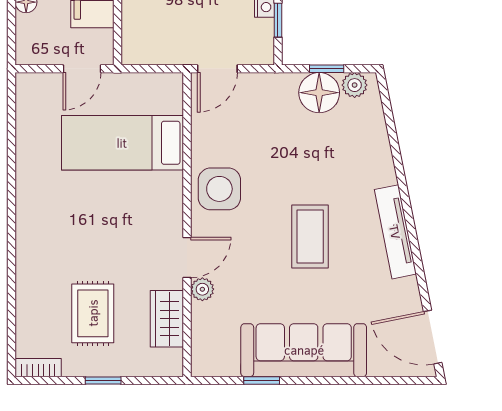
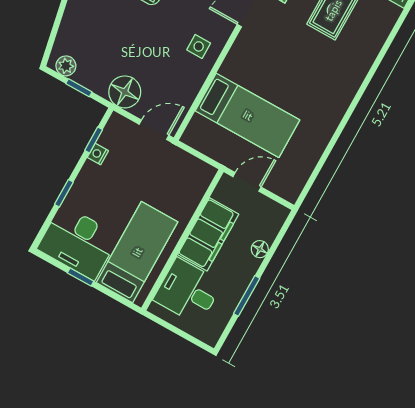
floor lamp: (319, 93) -> (125, 92), moved
side table: (219, 189) -> (199, 46), width x0.54, depth x0.54

